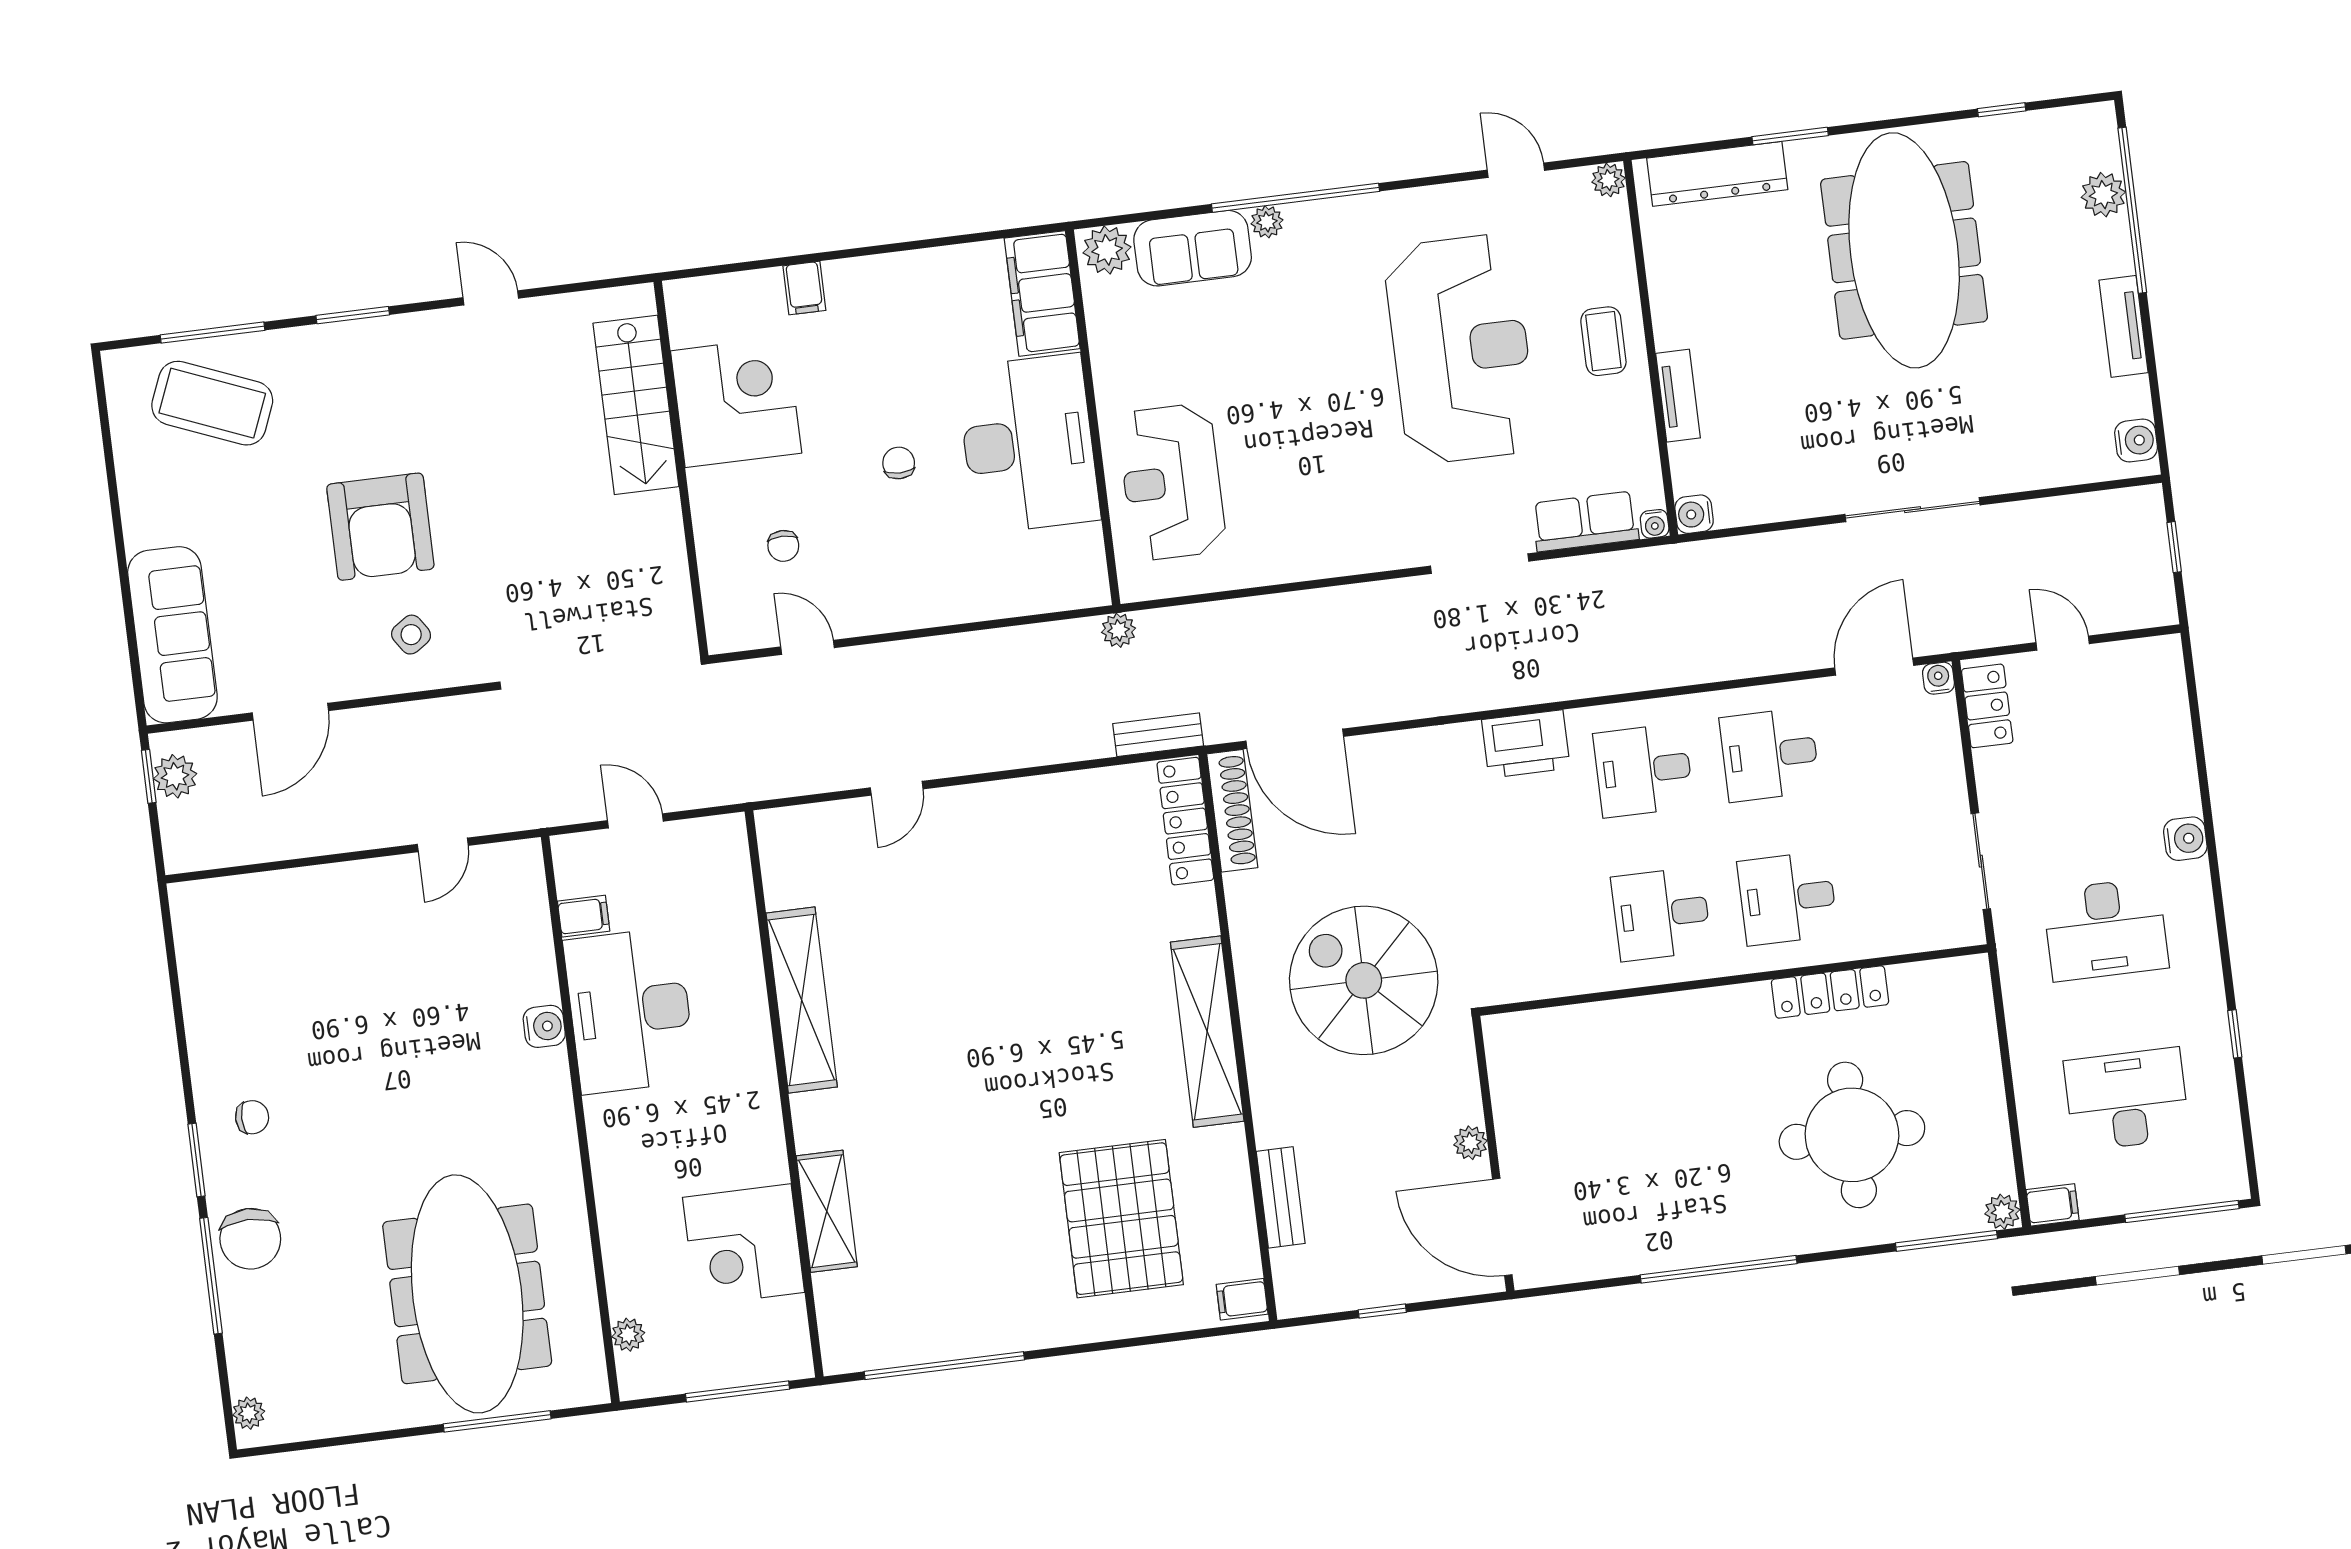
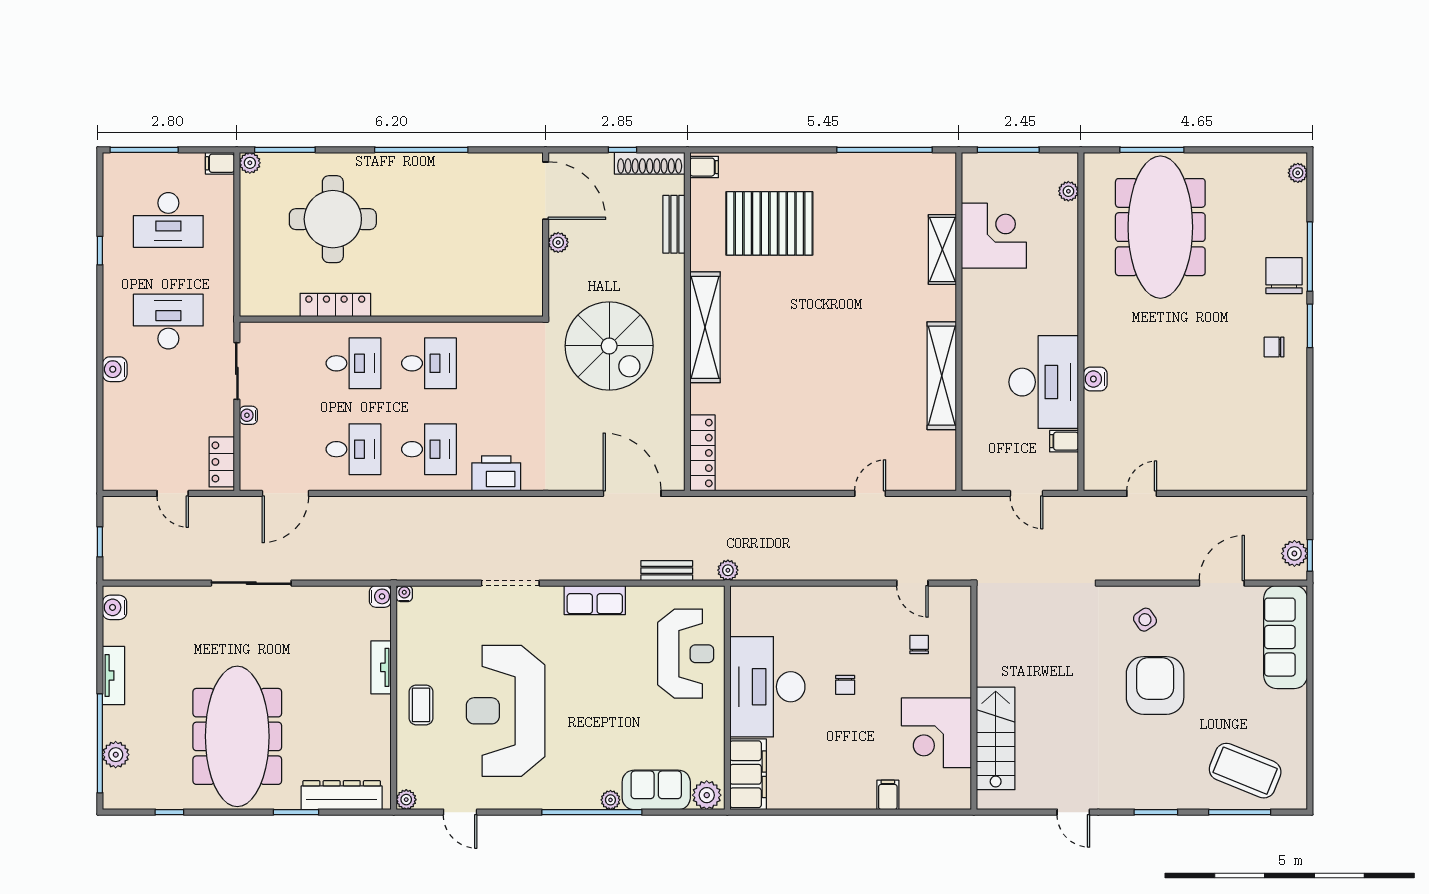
row of seats: (1585, 521) -> (595, 600), moved
water cooler: (1938, 678) -> (248, 415), moved, turned 90
bench: (1158, 735) -> (667, 571), moved
shoe rack: (1232, 811) -> (650, 163), moved, turned -90
pallet: (1121, 1219) -> (769, 223), turned 90

